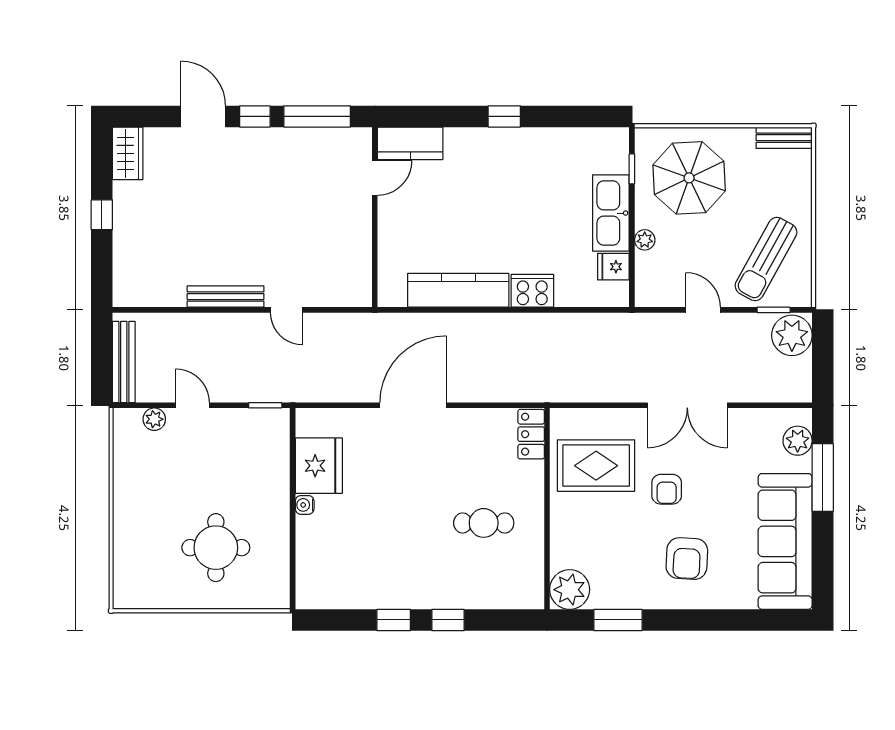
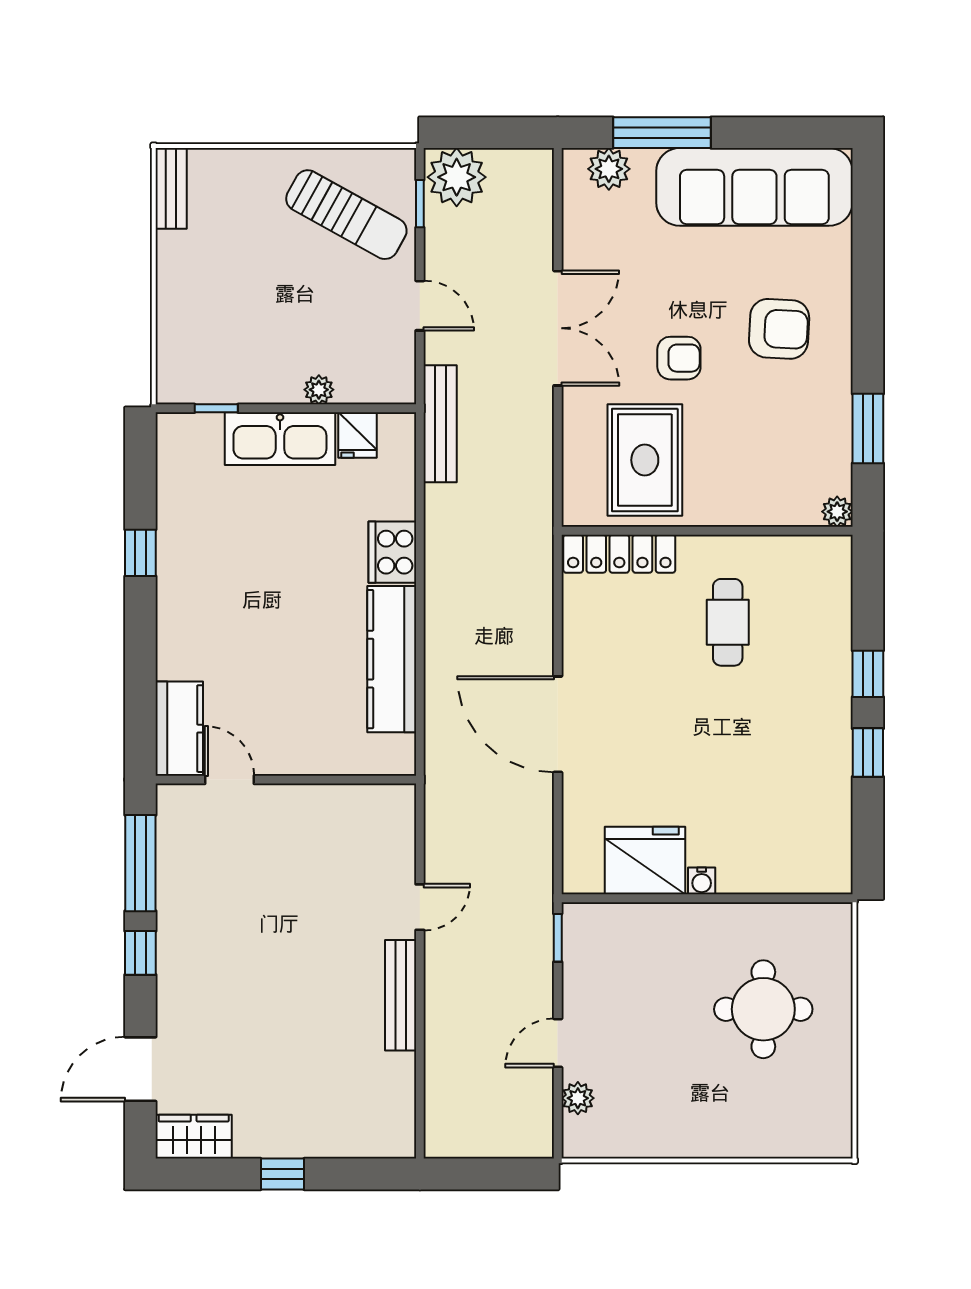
door: (203, 116) -> (140, 1069), moved
window: (504, 116) -> (140, 553), moved
parasol: (689, 178) -> (229, 326), removed
door: (703, 310) -> (420, 306), swing flipped
bench: (124, 362) -> (440, 424), moved, turned 90
locker: (531, 434) -> (619, 554), width x1.53
plant: (570, 590) -> (837, 512), width x0.53, depth x0.53

